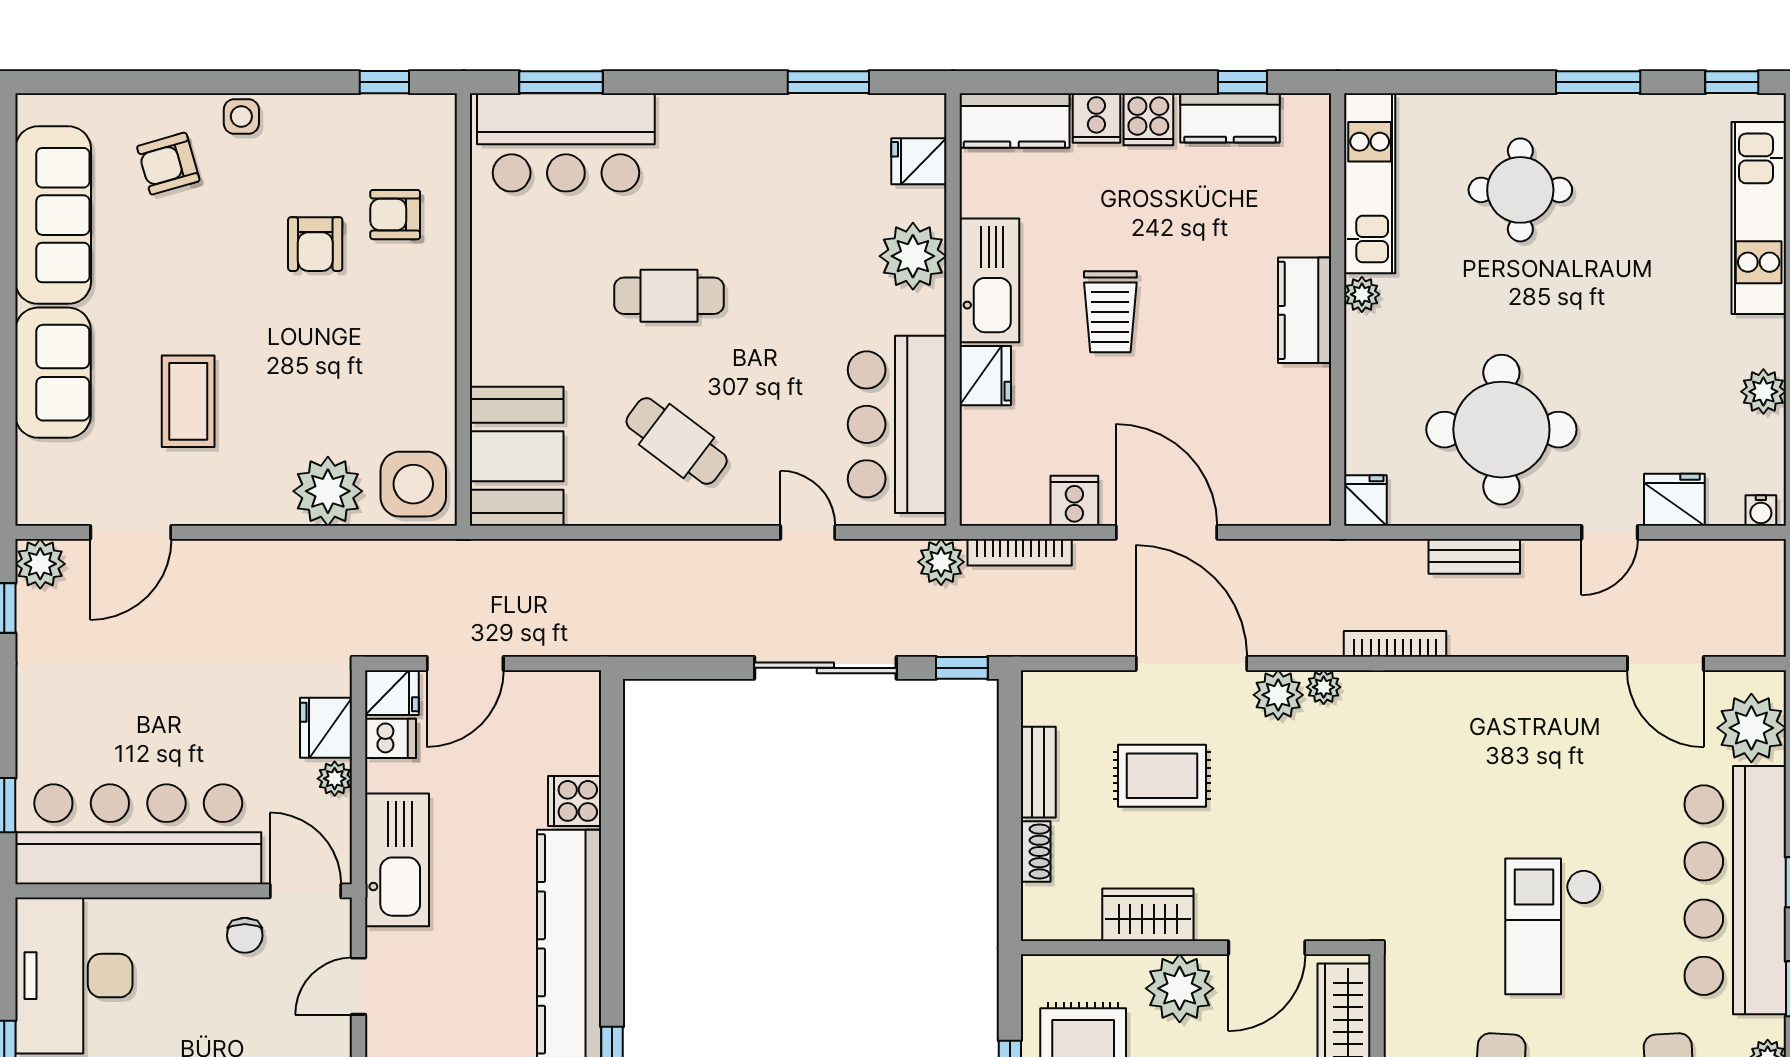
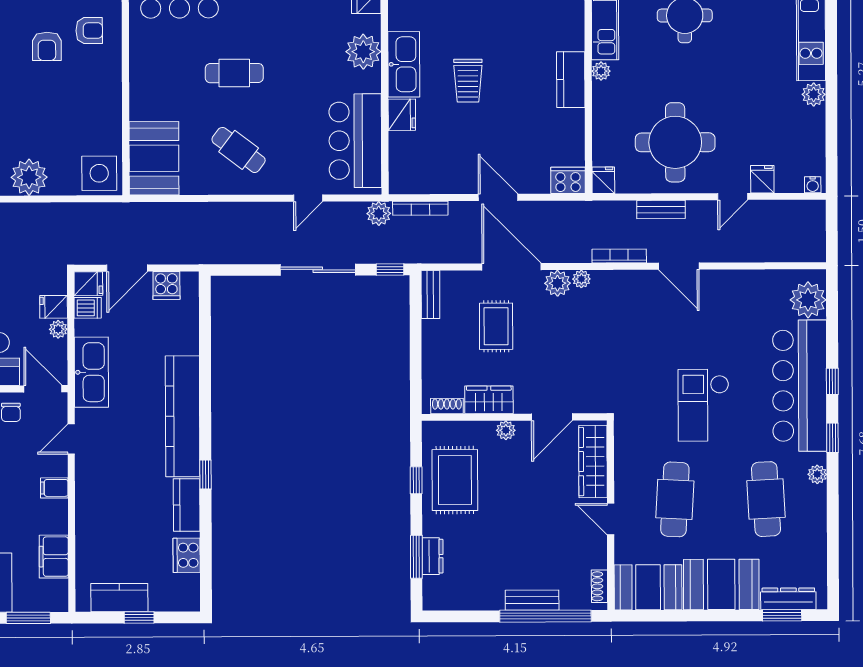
armchair: (395, 215) -> (89, 31), turned 180
plant: (1763, 392) -> (814, 94), moved
plant: (328, 491) -> (29, 177), moved
fridge: (1674, 500) -> (762, 179), width x0.72
cooker: (1074, 501) -> (568, 180), moved, width x1.36
door: (808, 532) -> (308, 198), swing flipped
door: (1166, 532) -> (498, 197), width x0.73
door: (1665, 664) -> (679, 266), moved
fridge: (326, 728) -> (54, 307), width x0.72
bench: (1038, 772) -> (430, 295), moved
rug: (1162, 776) -> (496, 326), turned 90
cooker: (575, 801) -> (166, 285), moved, turned -90
shoe rack: (1036, 851) -> (447, 406), moved, turned -90
plant: (1180, 988) -> (506, 430), width x0.53, depth x0.53

